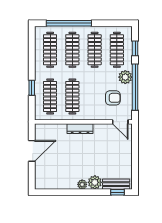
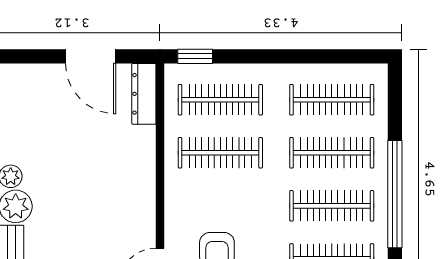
window: (69, 23) -> (395, 194), moved
window: (32, 88) -> (195, 56), moved
dresser: (80, 129) -> (144, 94), moved

